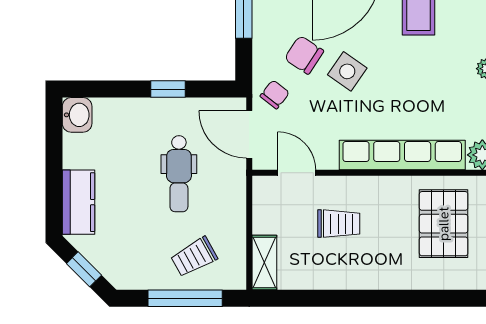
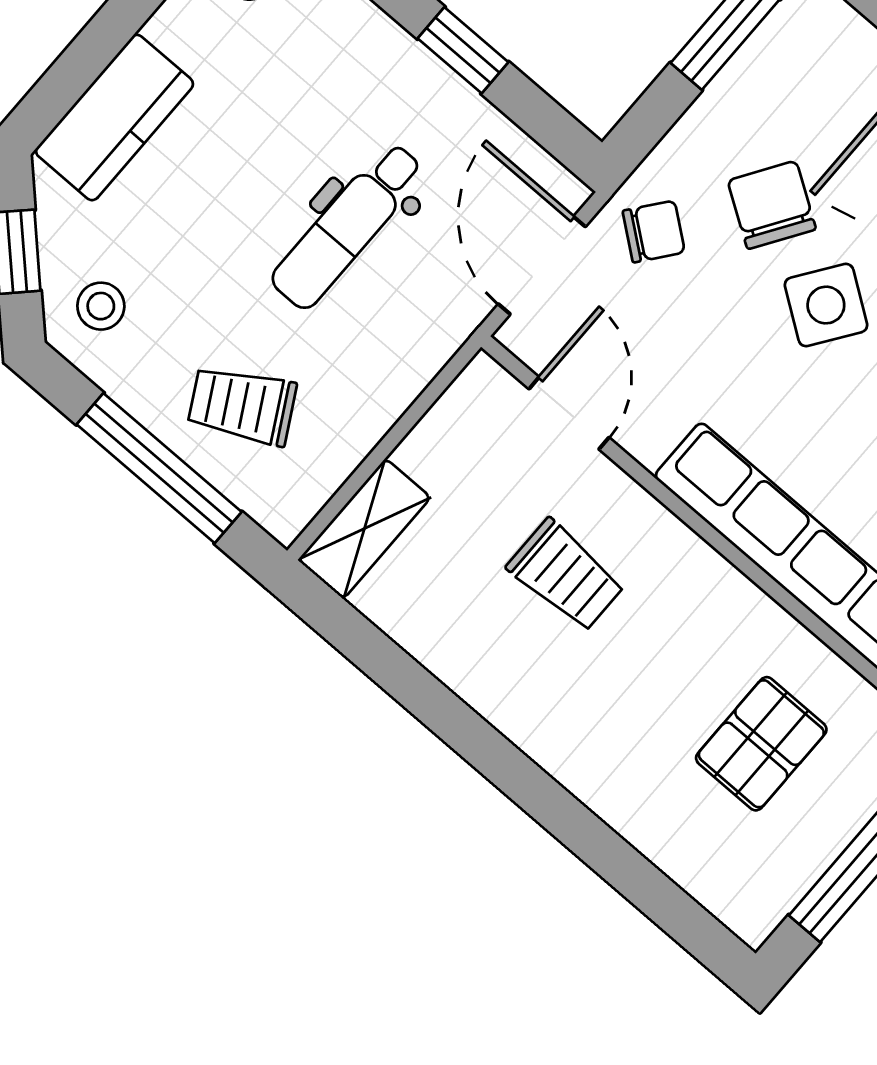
pallet: (444, 224) -> (761, 744), width x0.67, depth x0.71
stool: (124, 264) -> (101, 306), added

